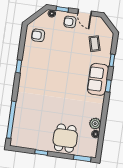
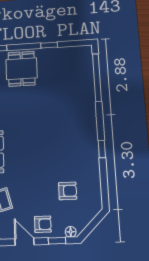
armchair: (38, 35) -> (68, 191), moved

